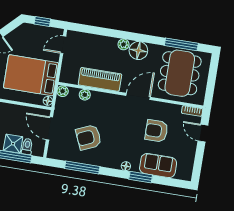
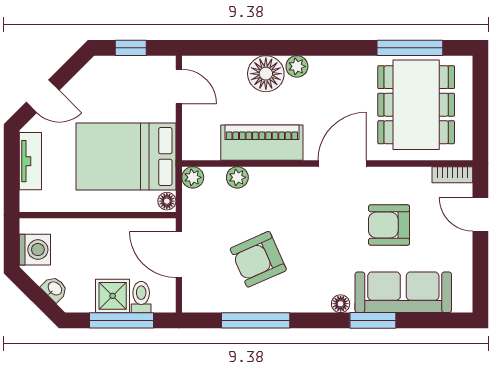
door: (63, 45) -> (179, 86), swing flipped
floor lamp: (138, 51) -> (266, 74), moved
sofa: (158, 166) -> (403, 292), width x1.36

